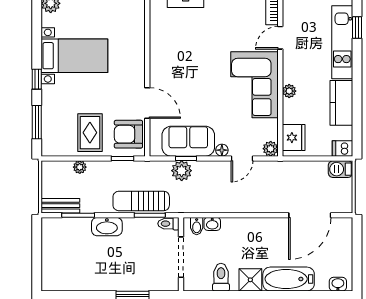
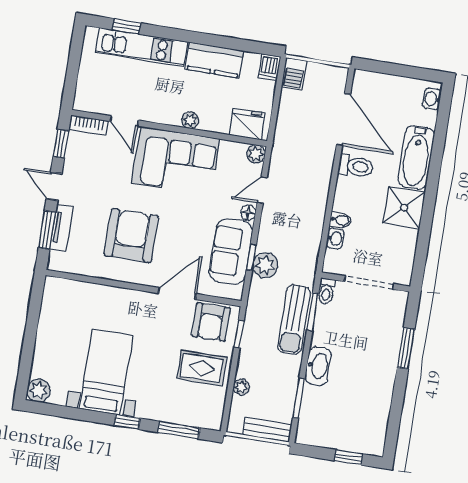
armchair: (188, 58) -> (131, 236), added
door: (242, 158) -> (262, 190), swing flipped
bench: (60, 206) -> (267, 430), moved, turned 90
bidet: (197, 226) -> (341, 220), moved
window: (37, 263) -> (349, 457), added
toilet: (221, 277) -> (356, 166), moved, turned 180
shower: (250, 280) -> (404, 208), width x1.36, depth x1.36

